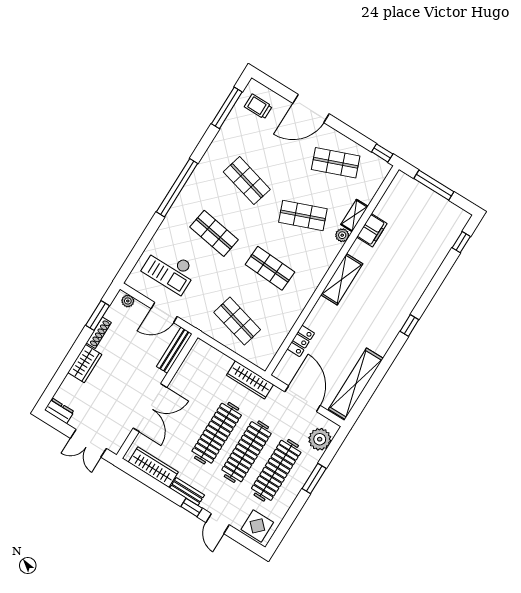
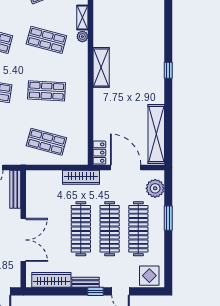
shop shelf: (303, 215) -> (46, 40), turned 36
filing cabinet: (372, 230) -> (101, 20), removed
locker: (301, 341) -> (99, 153), moved

